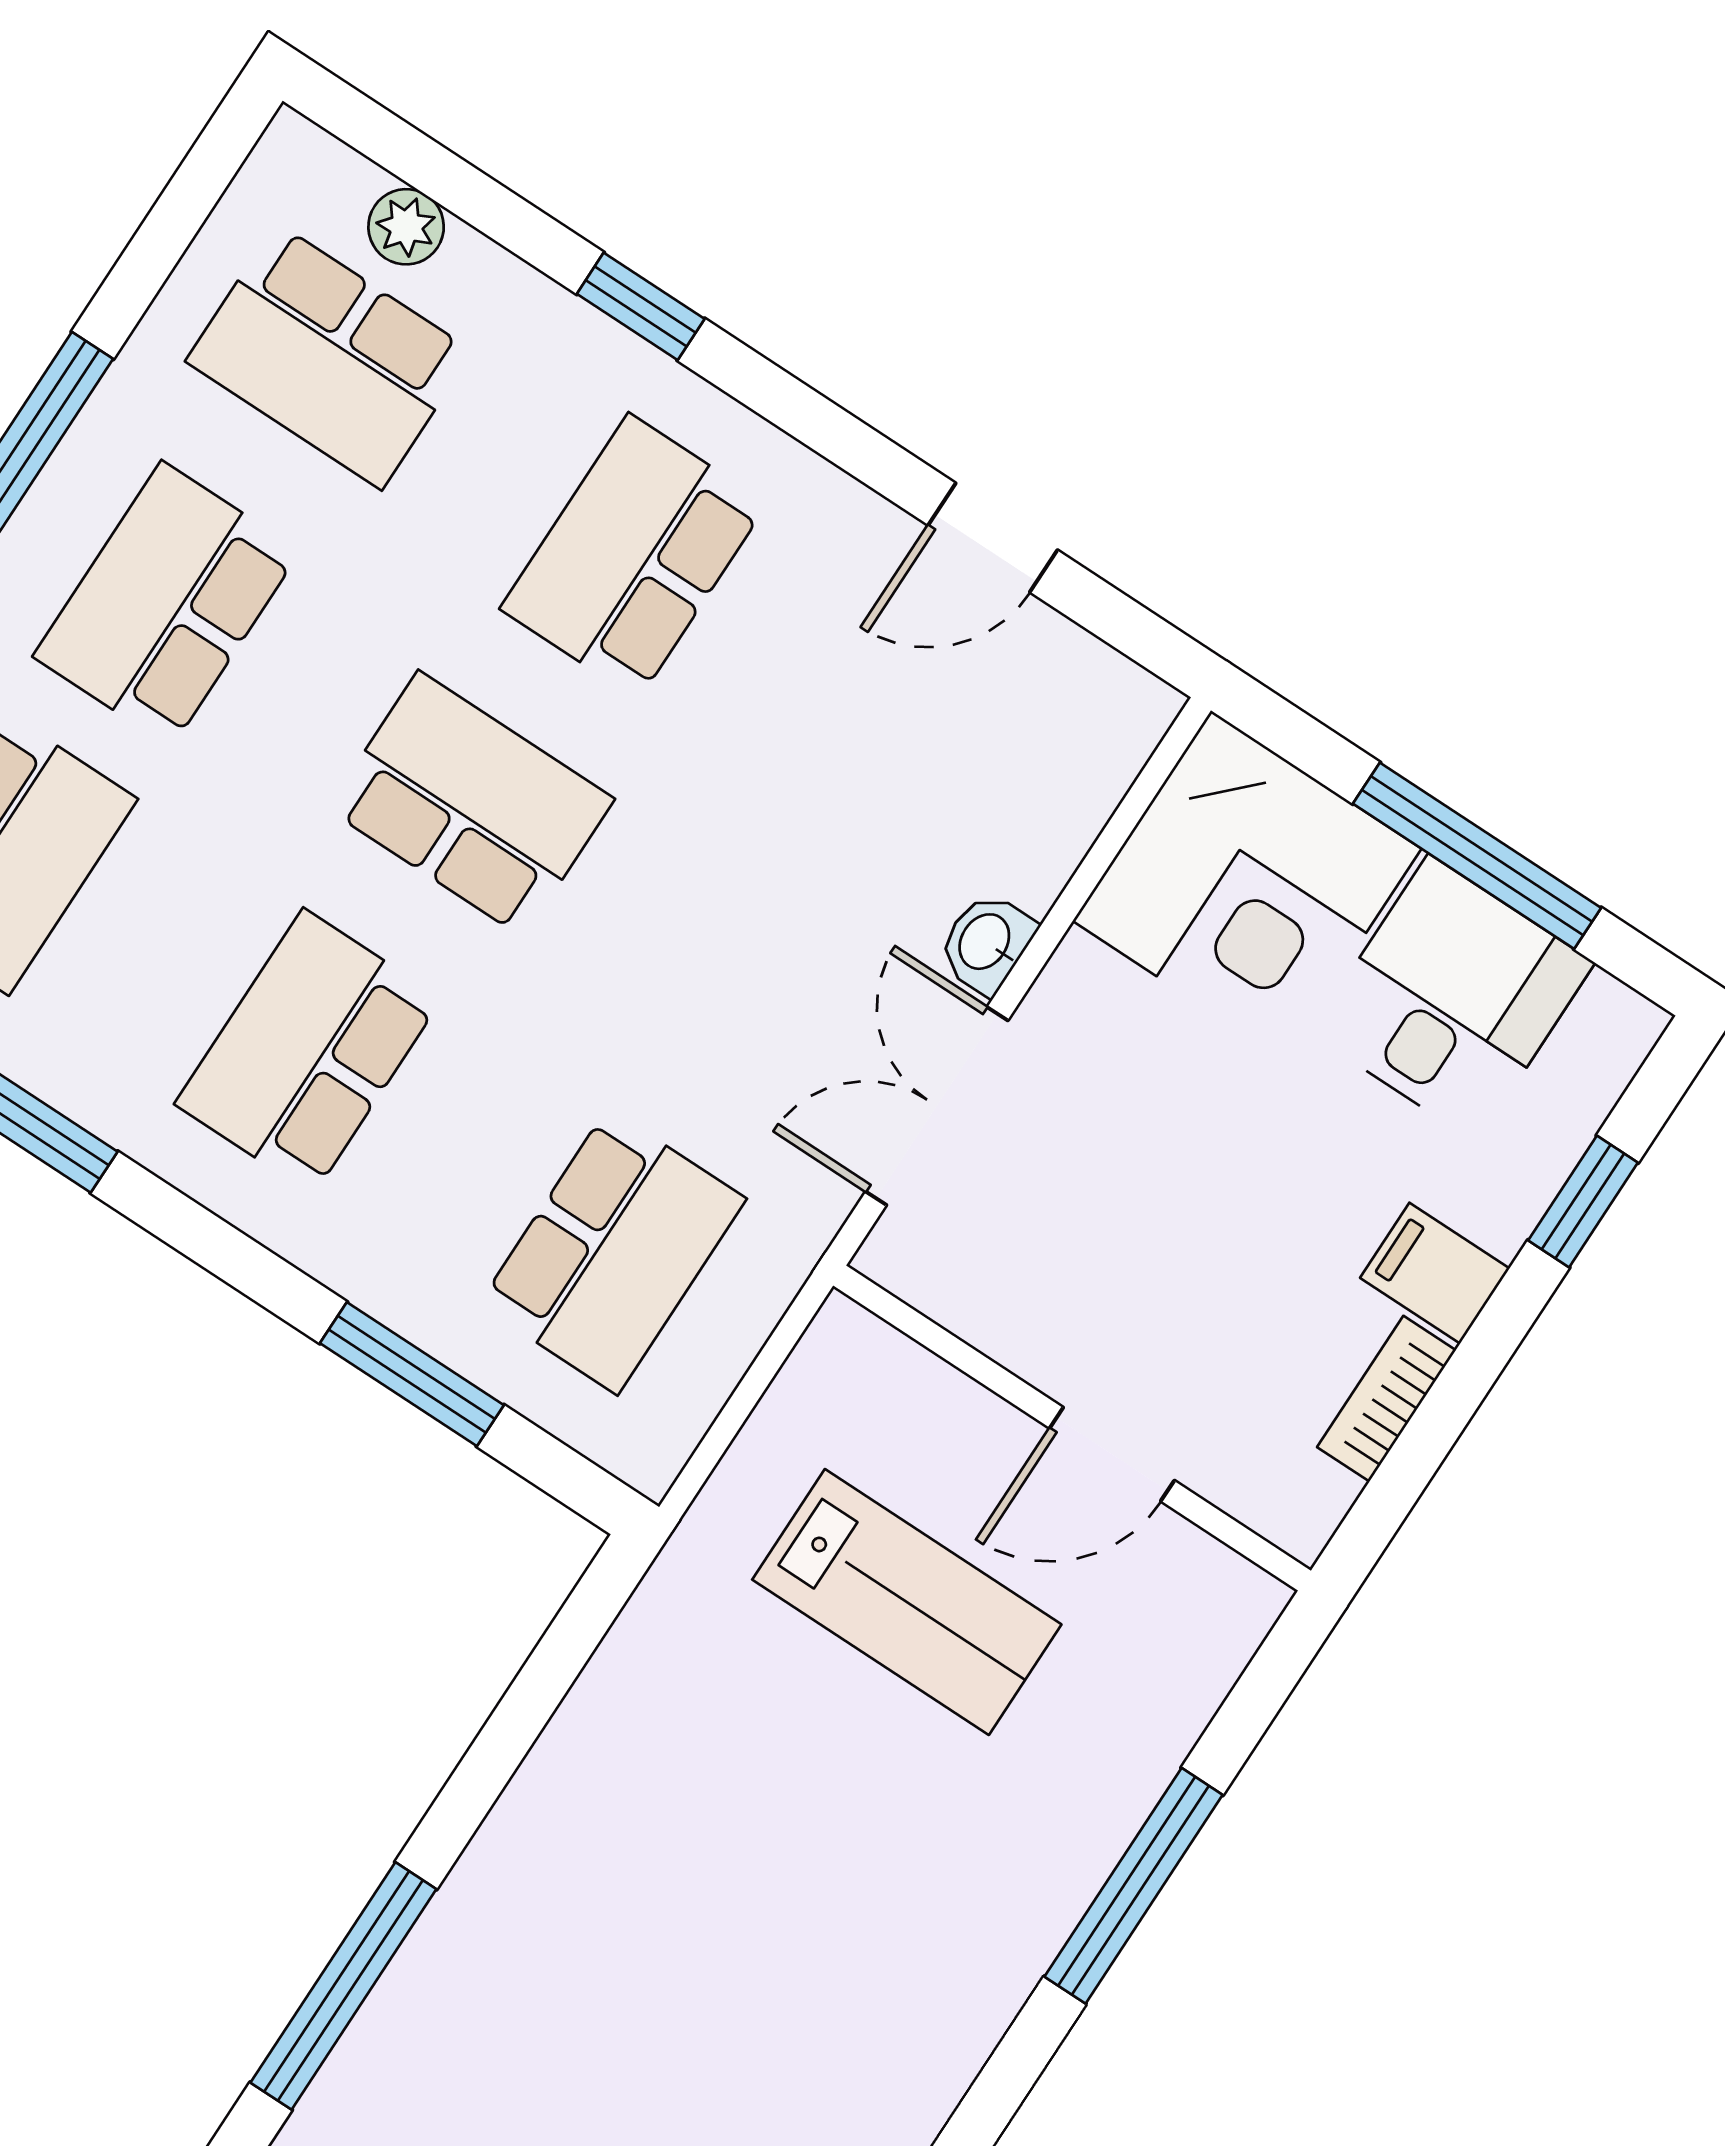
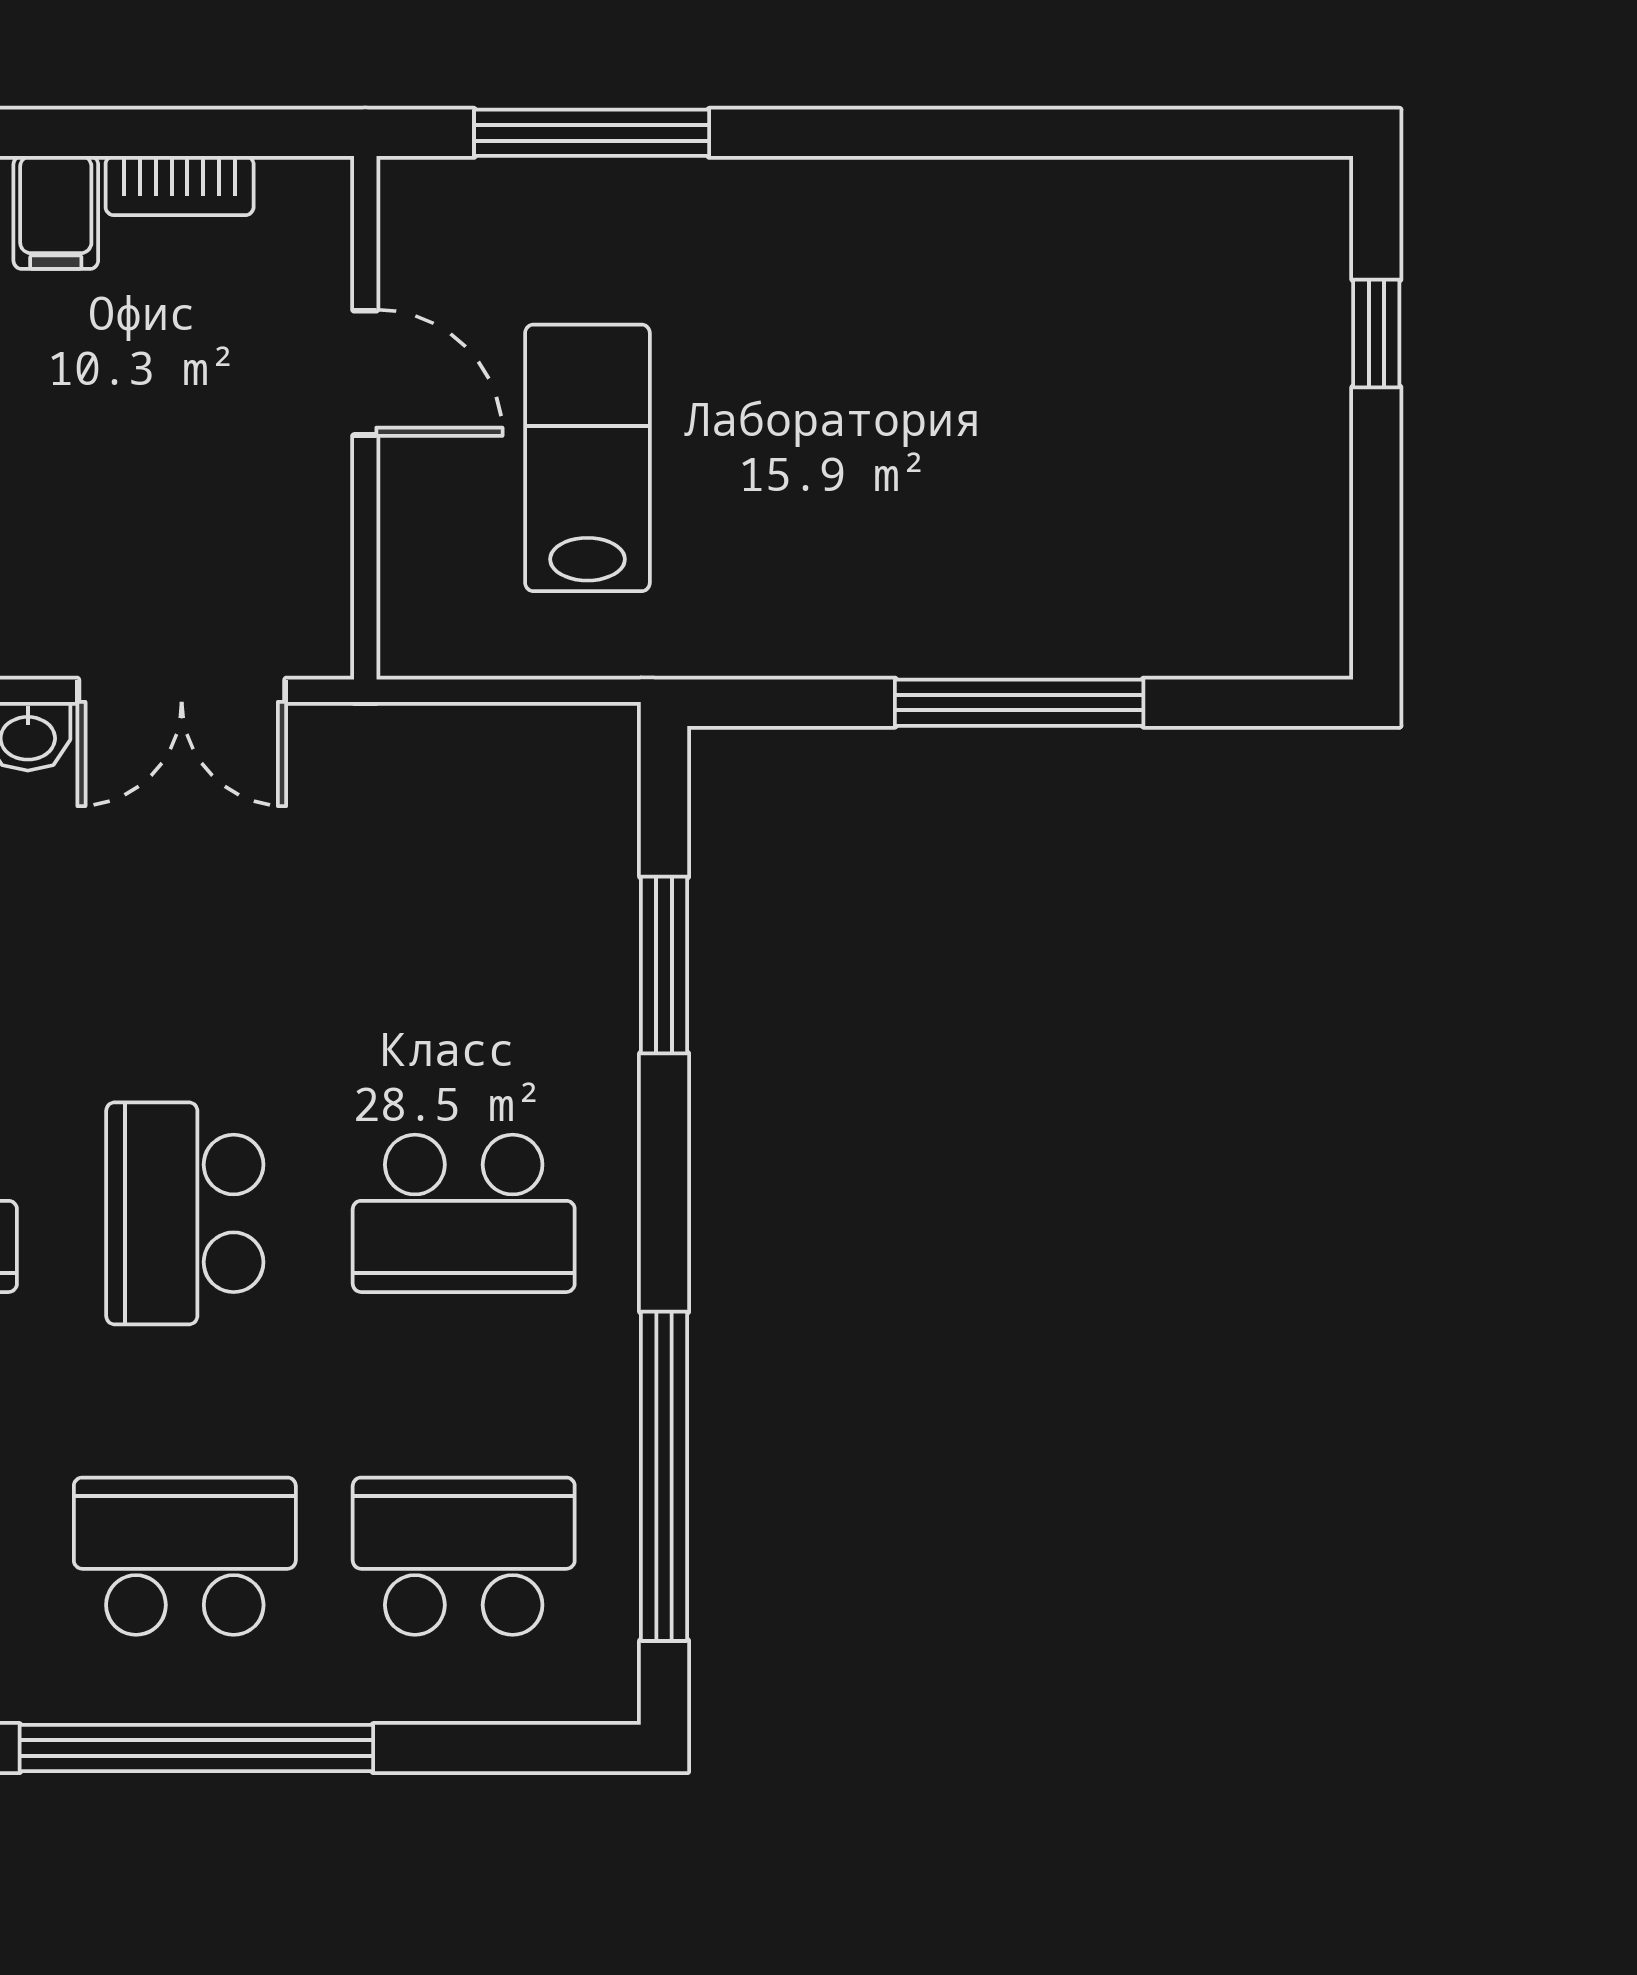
school desk: (166, 604) -> (185, 1556), turned 180
school desk: (613, 1251) -> (464, 871), removed
window: (1134, 1886) -> (592, 133), moved
window: (343, 1986) -> (1019, 703), moved

